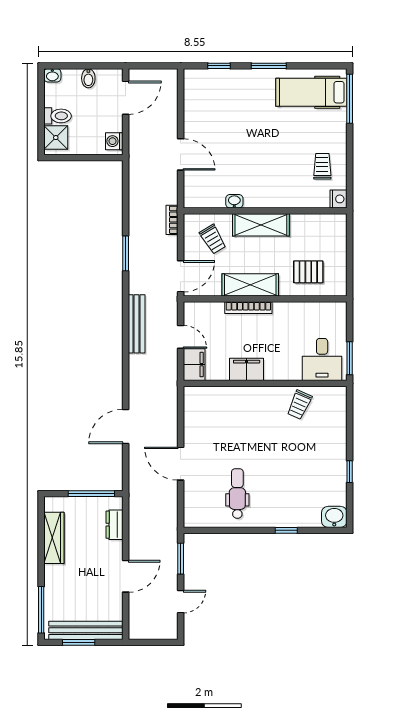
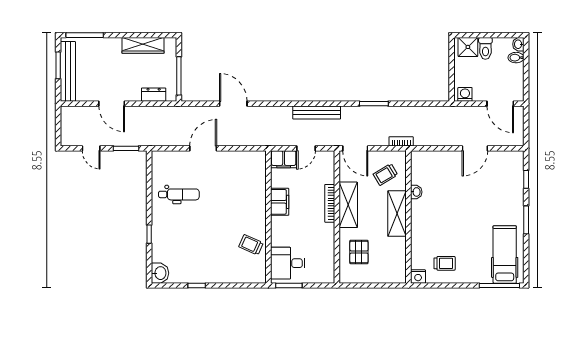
bidet: (88, 78) -> (516, 58), moved
door: (181, 154) -> (475, 148), moved

